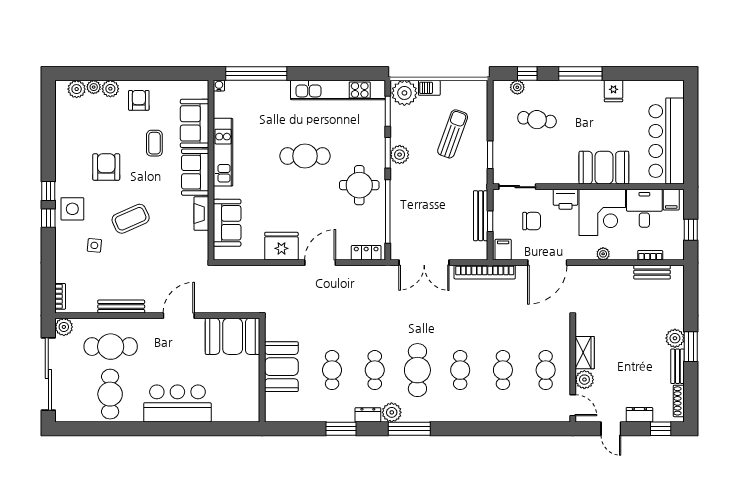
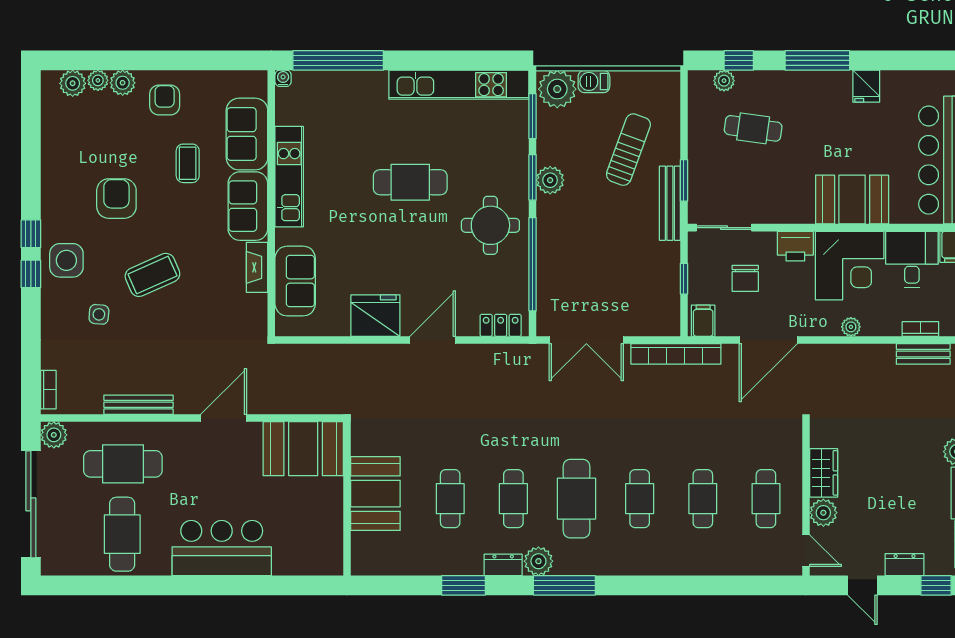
bench: (481, 216) -> (670, 203), moved
chair: (532, 221) -> (745, 278), turned 90

